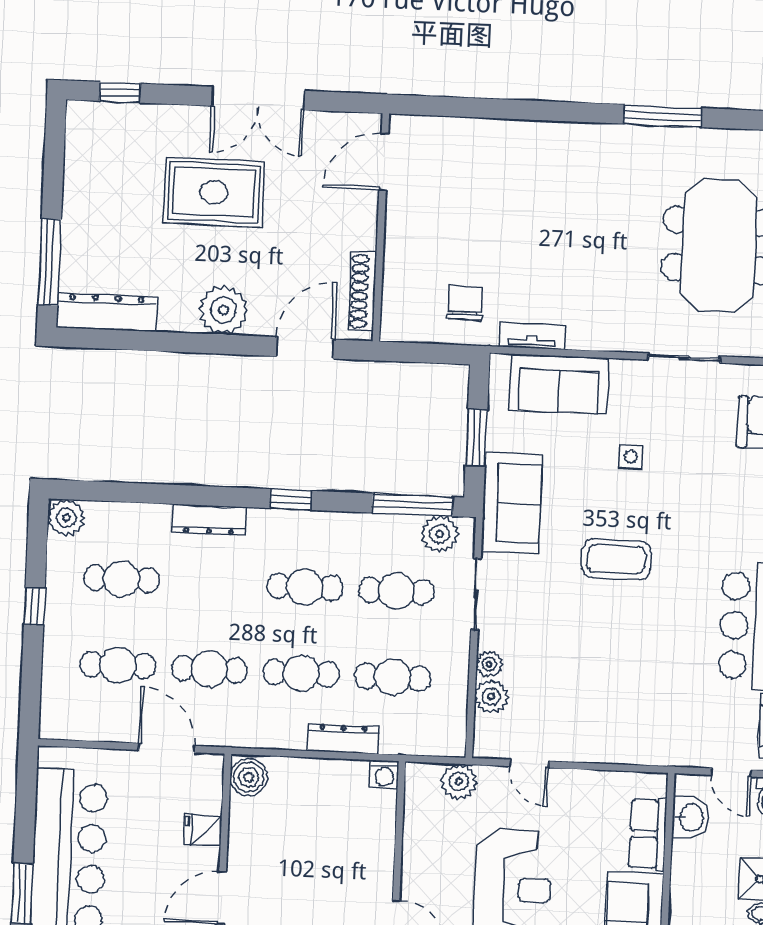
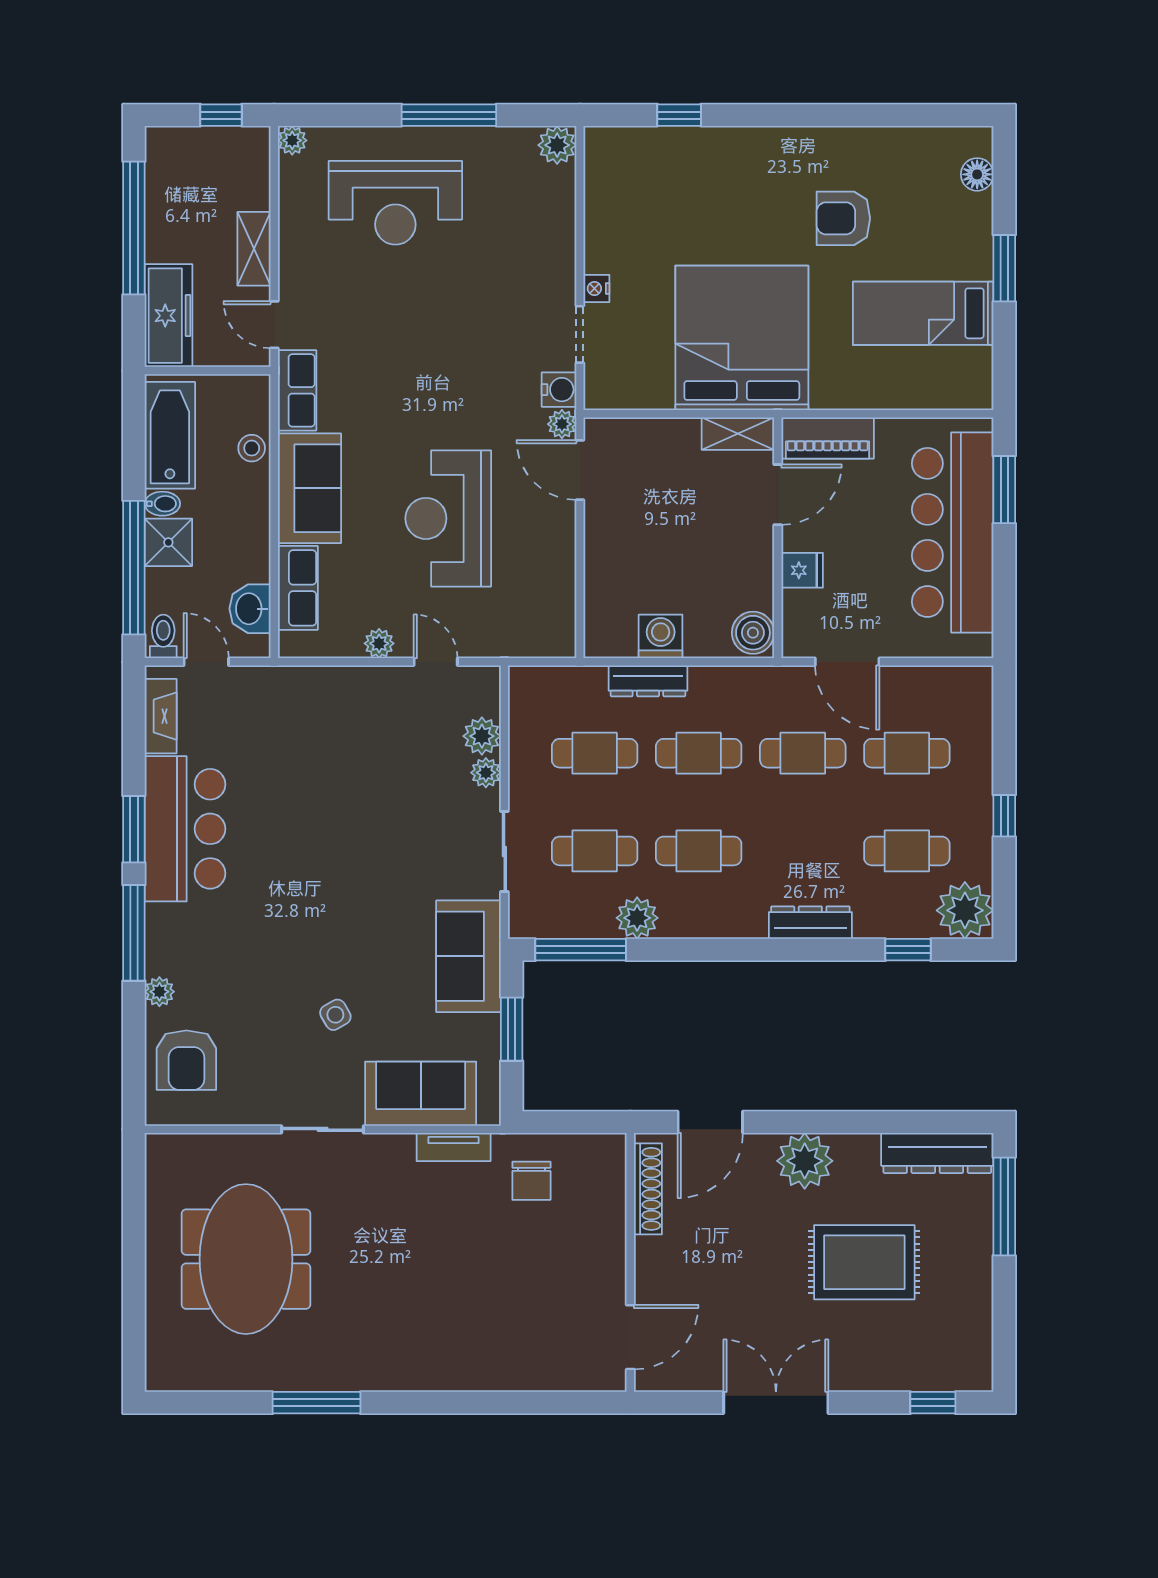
rug: (214, 192) -> (864, 1262), moved
sliding door: (684, 358) -> (323, 1129), moved
side table: (631, 457) -> (335, 1015), turned -30
window: (291, 499) -> (908, 950), moved
plant: (66, 518) -> (965, 910), width x1.36, depth x1.36
plant: (440, 534) -> (637, 918), moved
coffee table: (616, 559) -> (347, 898), removed
washing machine: (384, 775) -> (661, 636), moved, width x1.38, depth x1.38
plant: (459, 782) -> (379, 643), moved, width x0.73, depth x0.73

